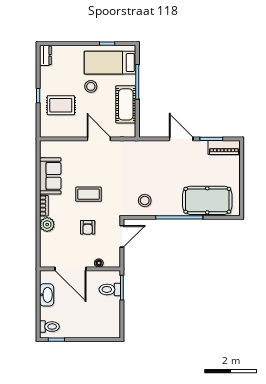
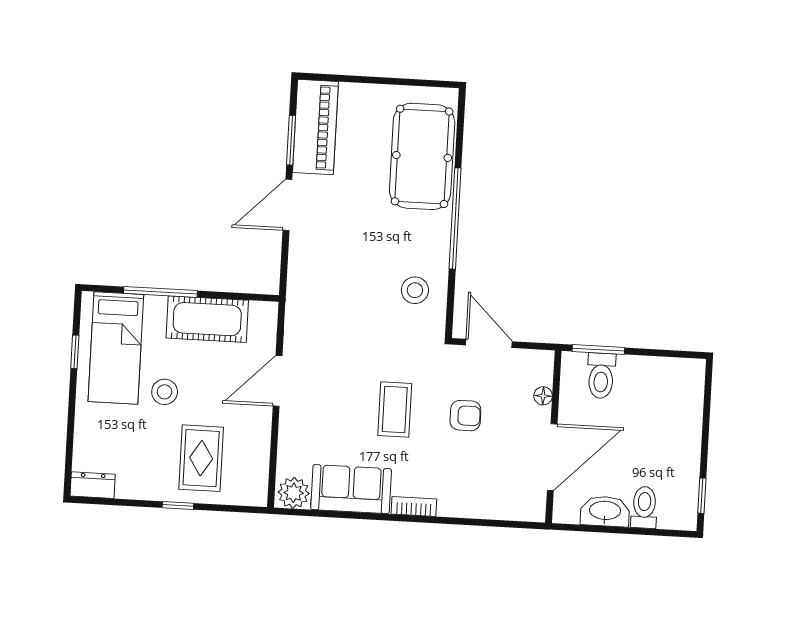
piano: (224, 148) -> (315, 127), width x1.37, depth x1.33
plant: (47, 224) -> (294, 493), moved
toilet: (49, 327) -> (644, 507), moved

